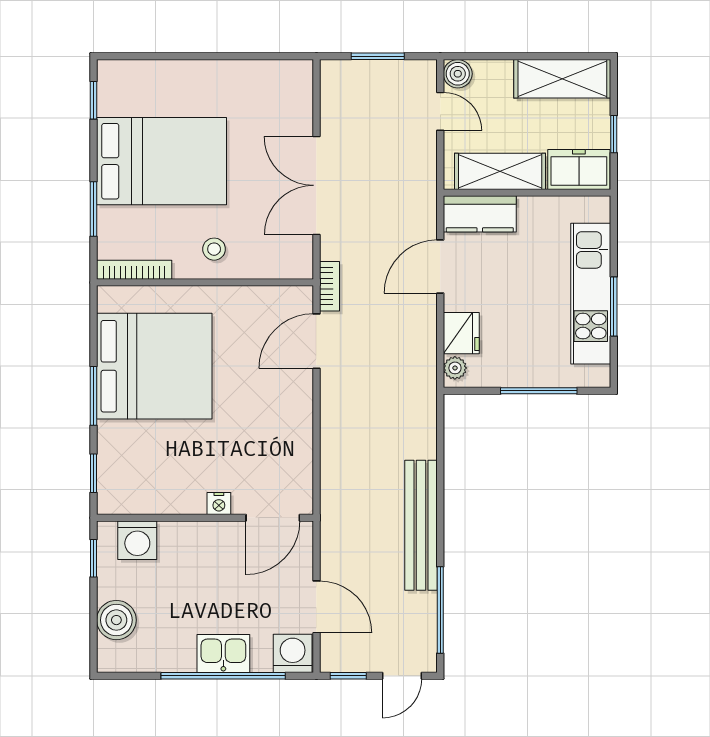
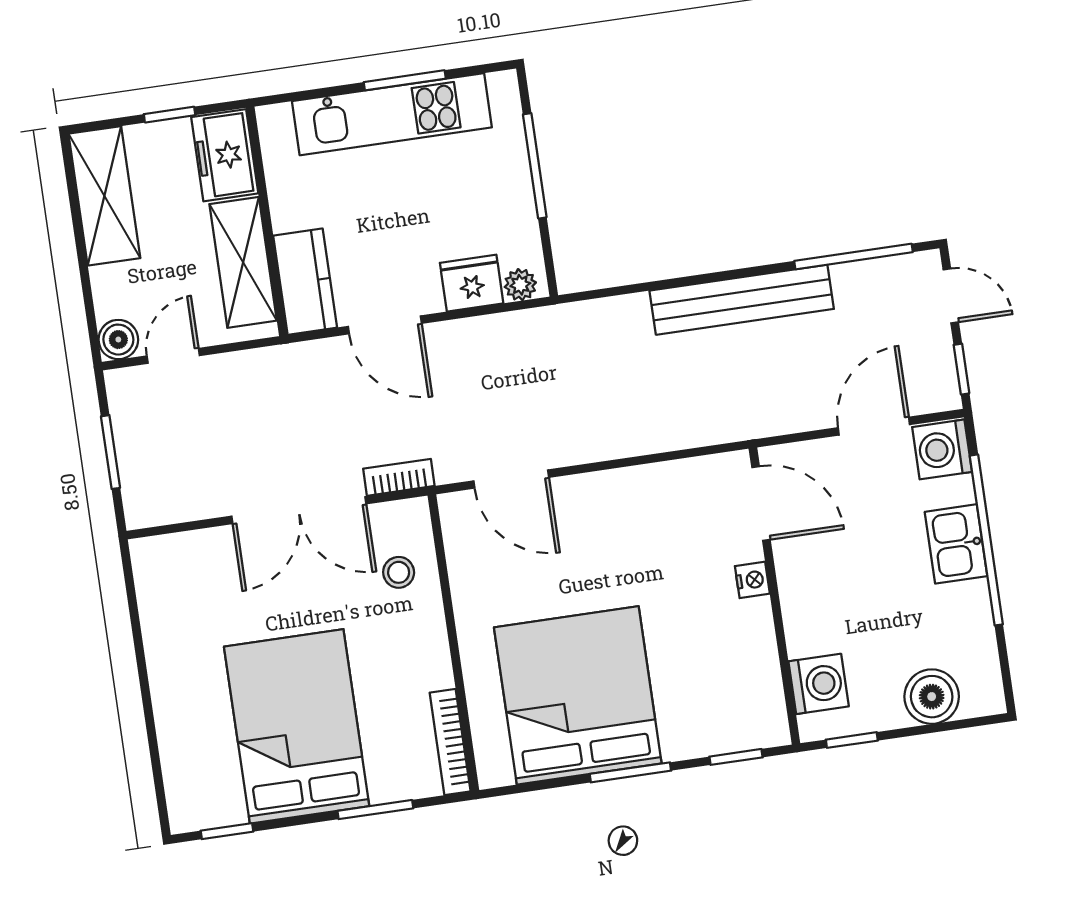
stool: (214, 249) -> (399, 572), moved
bookcase: (330, 286) -> (399, 477), moved

